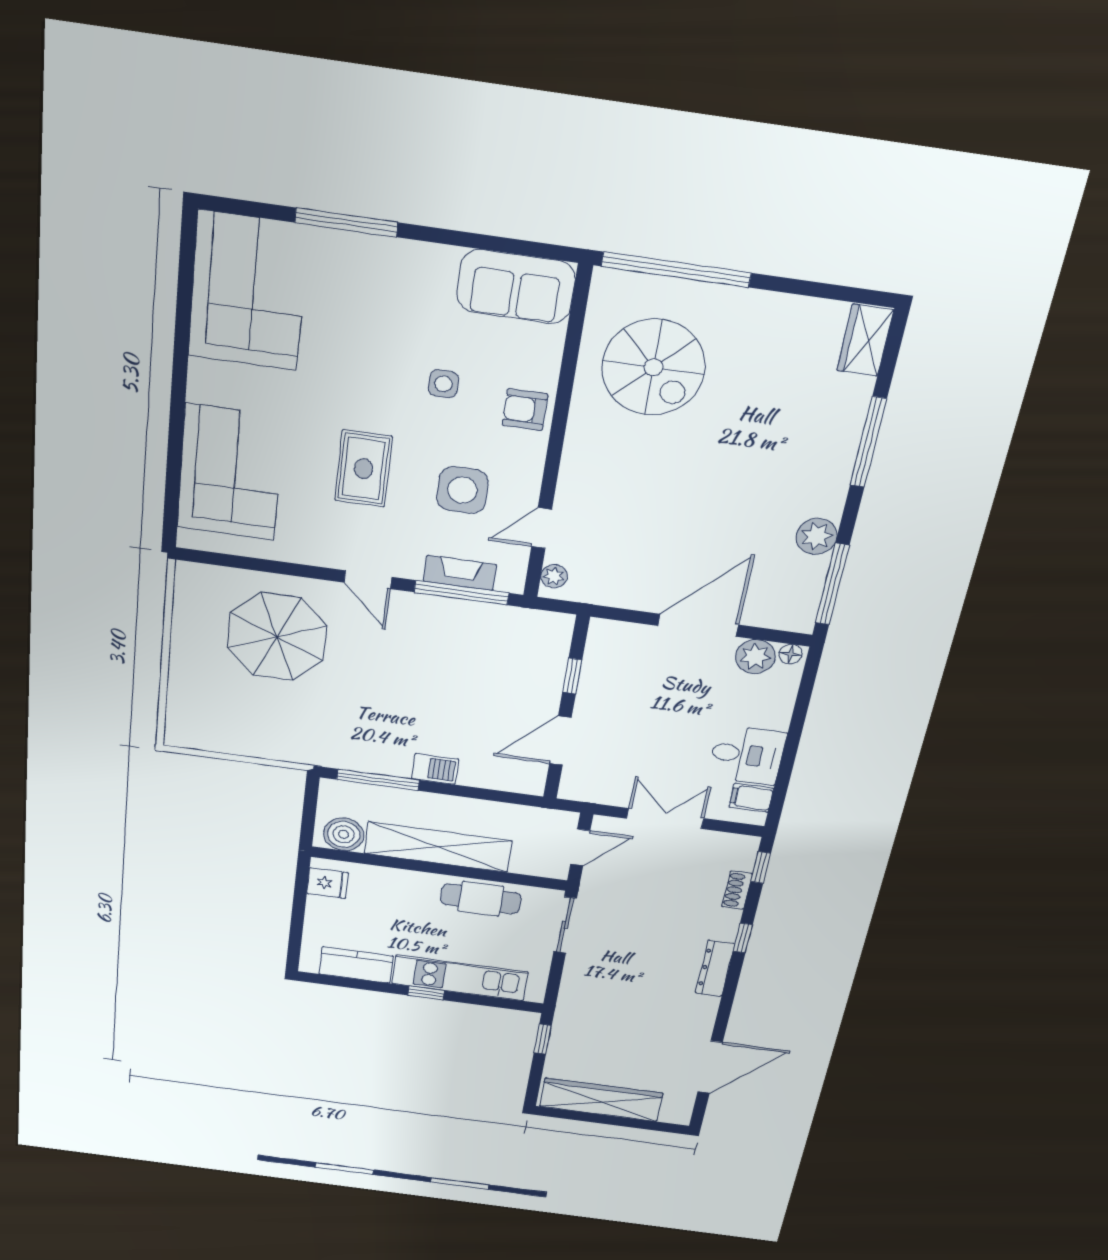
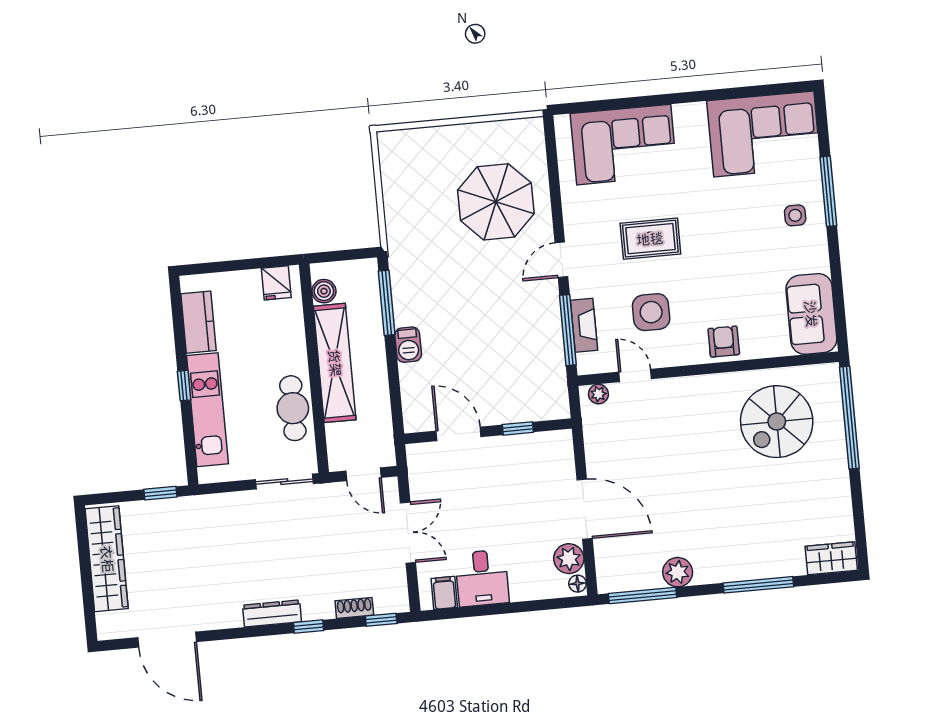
side table: (443, 384) -> (795, 215), moved
boiler: (344, 834) -> (324, 291), width x0.73, depth x0.73

